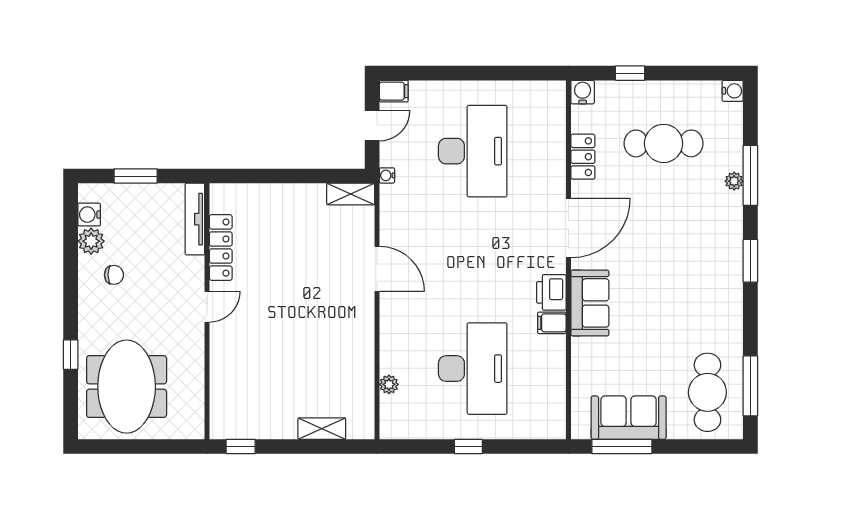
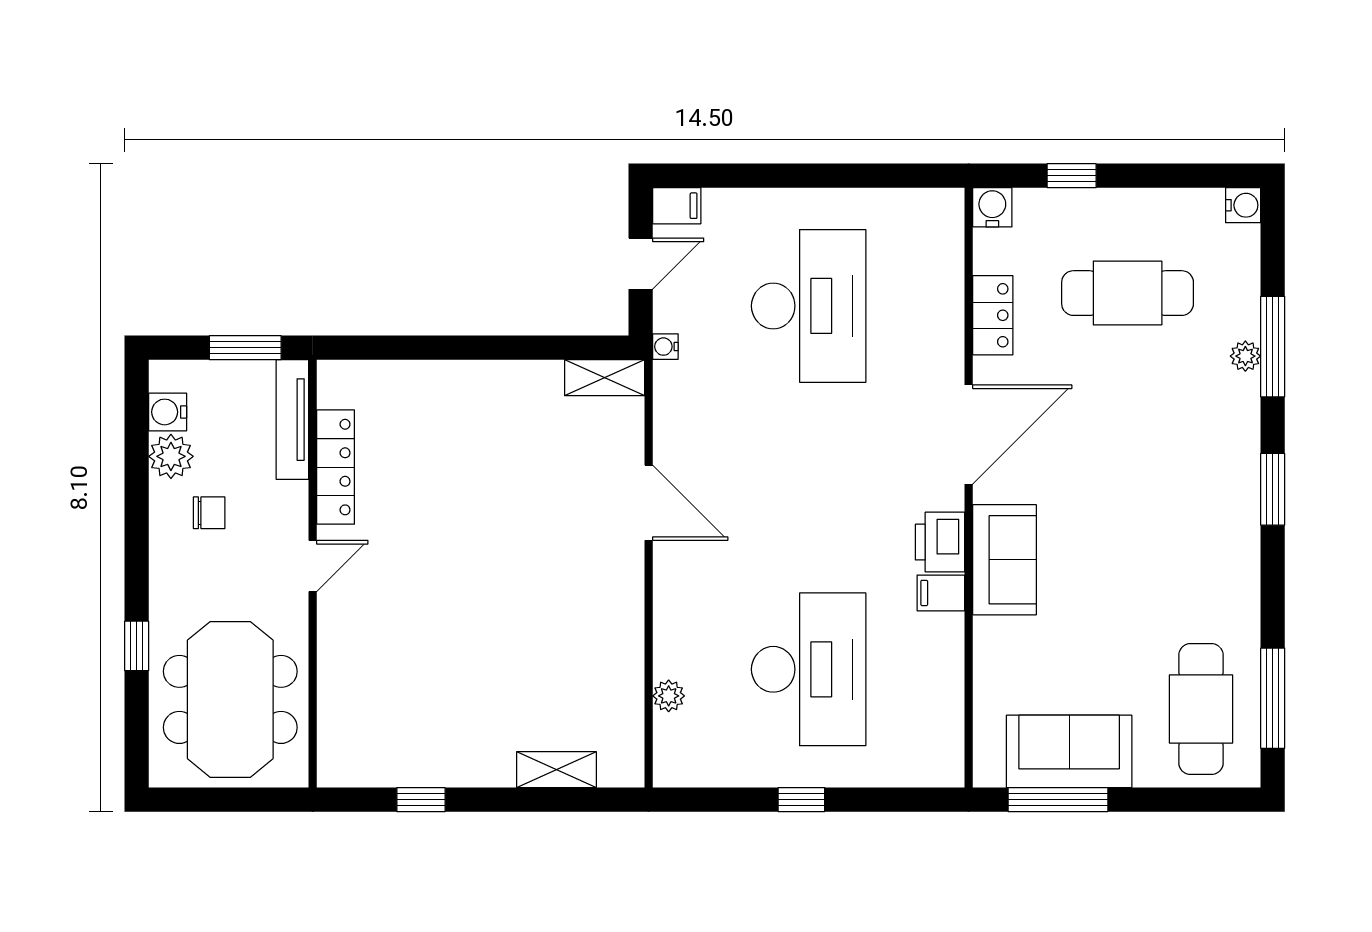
tv unit: (195, 219) -> (292, 420), moved
locker: (221, 248) -> (336, 467), moved
door: (207, 307) -> (313, 566), moved
wall: (207, 311) -> (313, 574), moved

